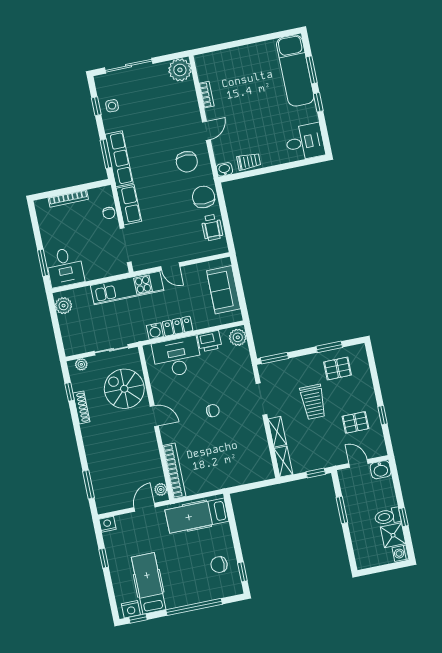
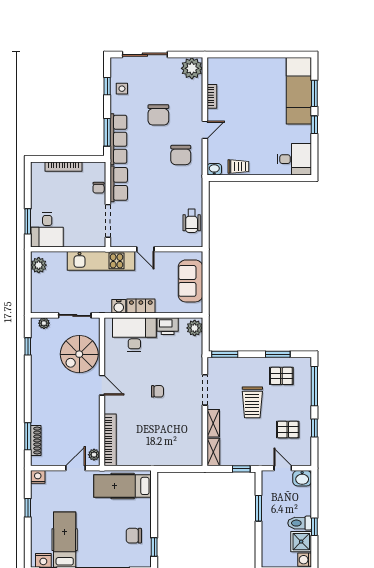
chair: (204, 197) -> (158, 115), moved, turned 180
window: (374, 372) -> (314, 386), added
spiral stairs: (124, 389) -> (79, 354), turned -90
shoe rack: (81, 407) -> (36, 441), moved

